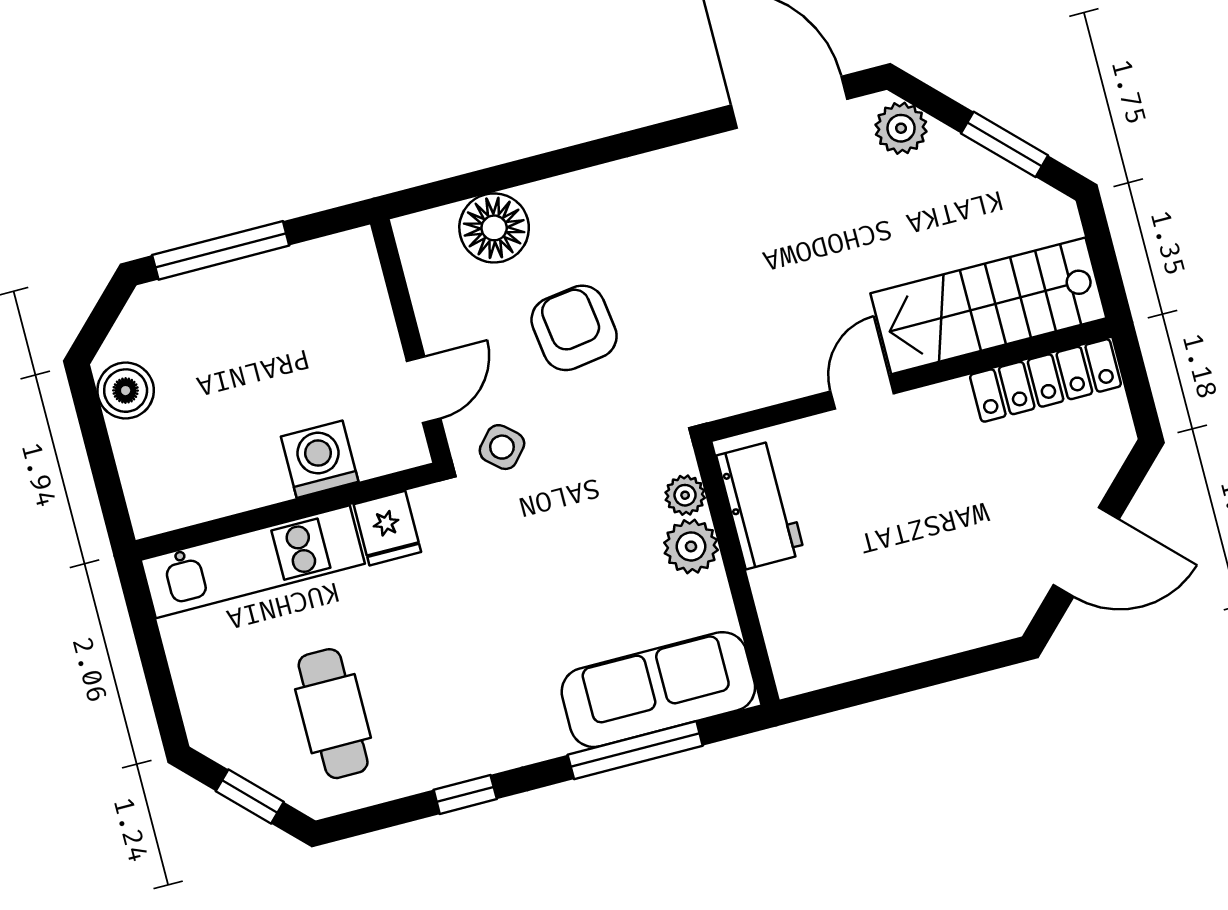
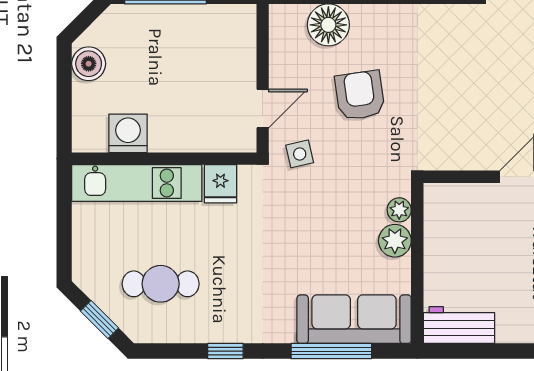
side table: (502, 447) -> (300, 154), turned 36
washing machine: (320, 459) -> (128, 133), moved
workbench: (760, 505) -> (459, 325), moved, turned -90
cafe table: (333, 714) -> (161, 284), turned 90

